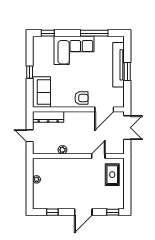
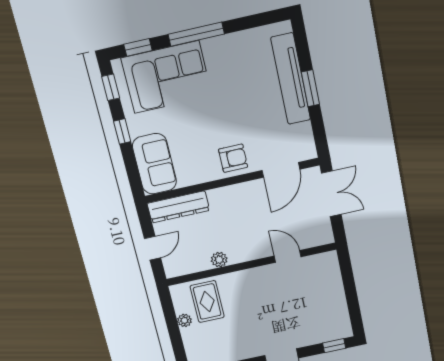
window: (94, 33) -> (196, 34), moved
window: (30, 49) -> (111, 87), added
corner sofa: (74, 50) -> (167, 77), moved
door: (30, 136) -> (152, 248), swing flipped
door: (98, 156) -> (288, 256), hinge flipped
rug: (112, 175) -> (207, 302), moved

